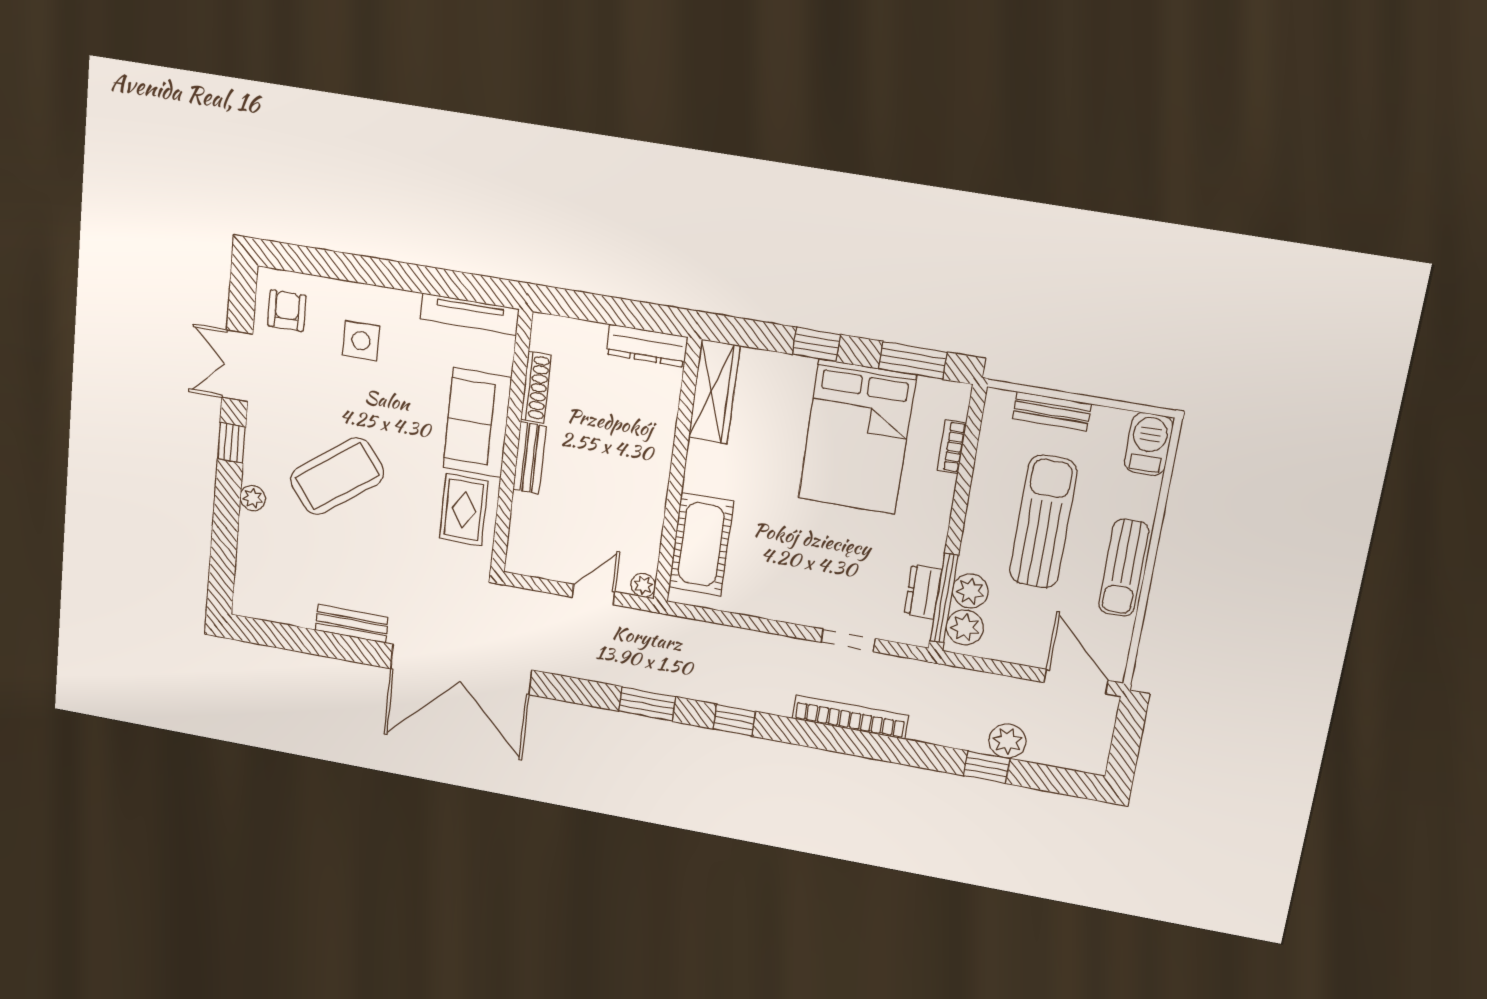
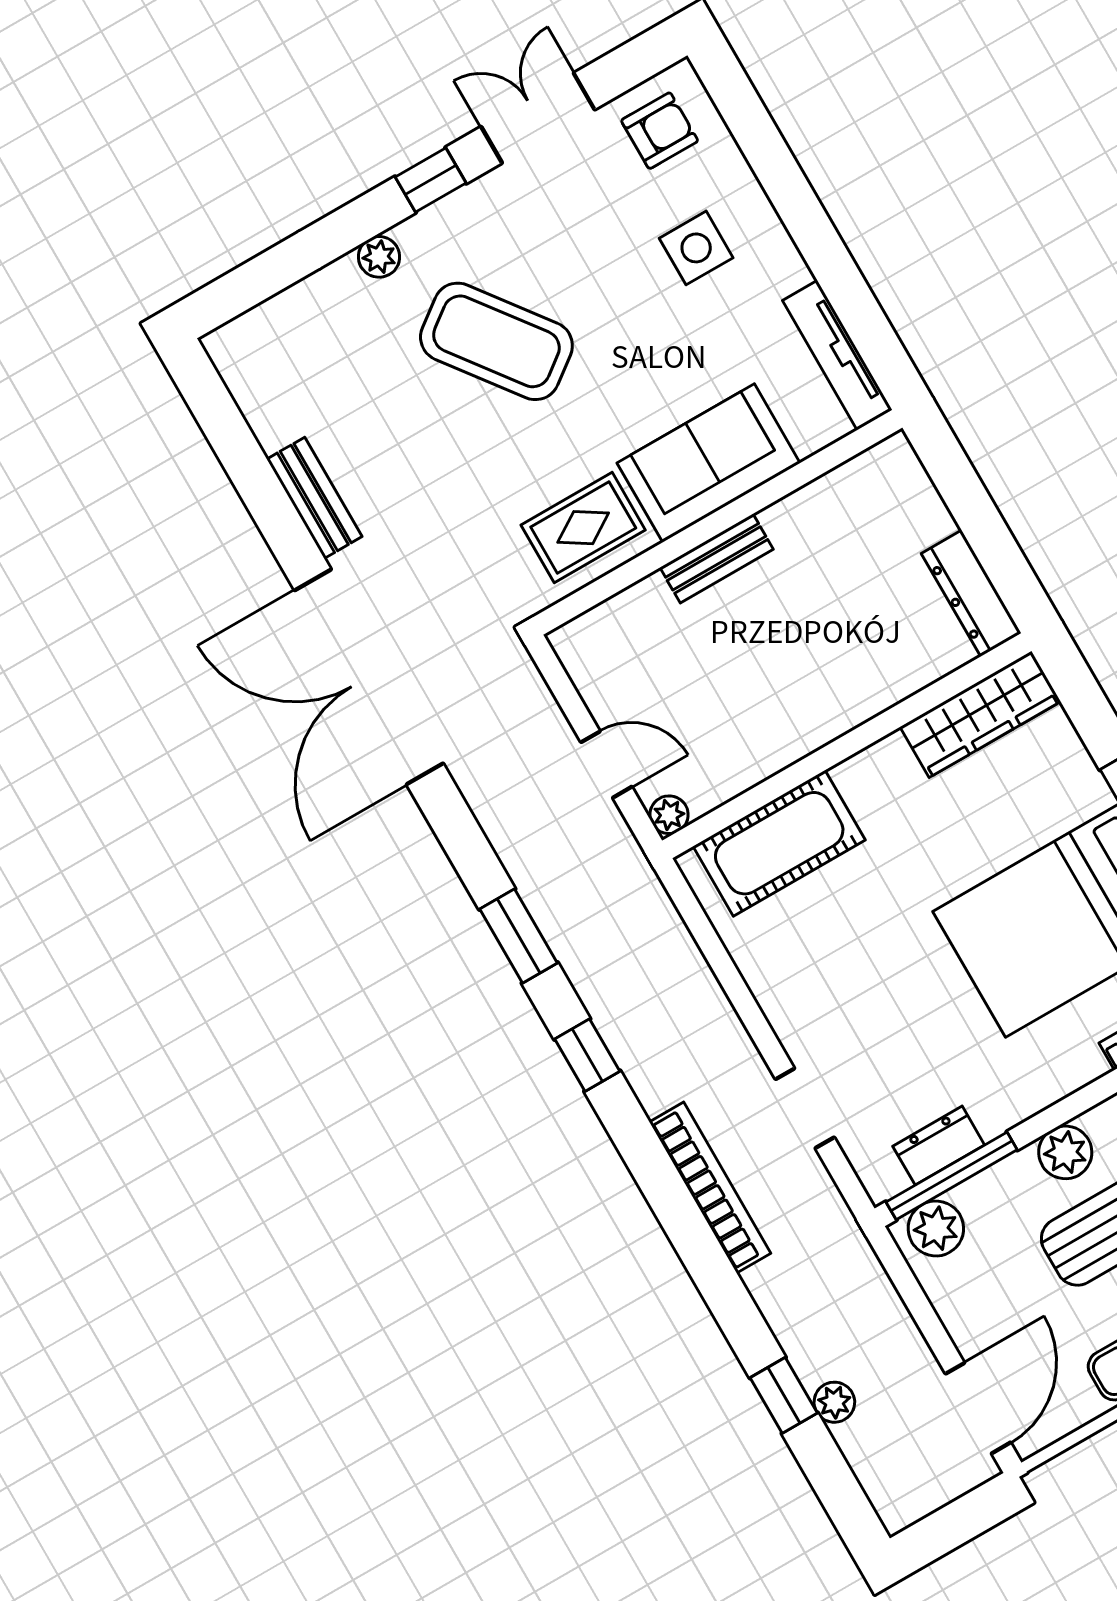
shoe rack: (536, 387) -> (812, 501), removed
plant: (970, 591) -> (1065, 1152), moved
plant: (1008, 741) -> (834, 1402), width x0.73, depth x0.73

